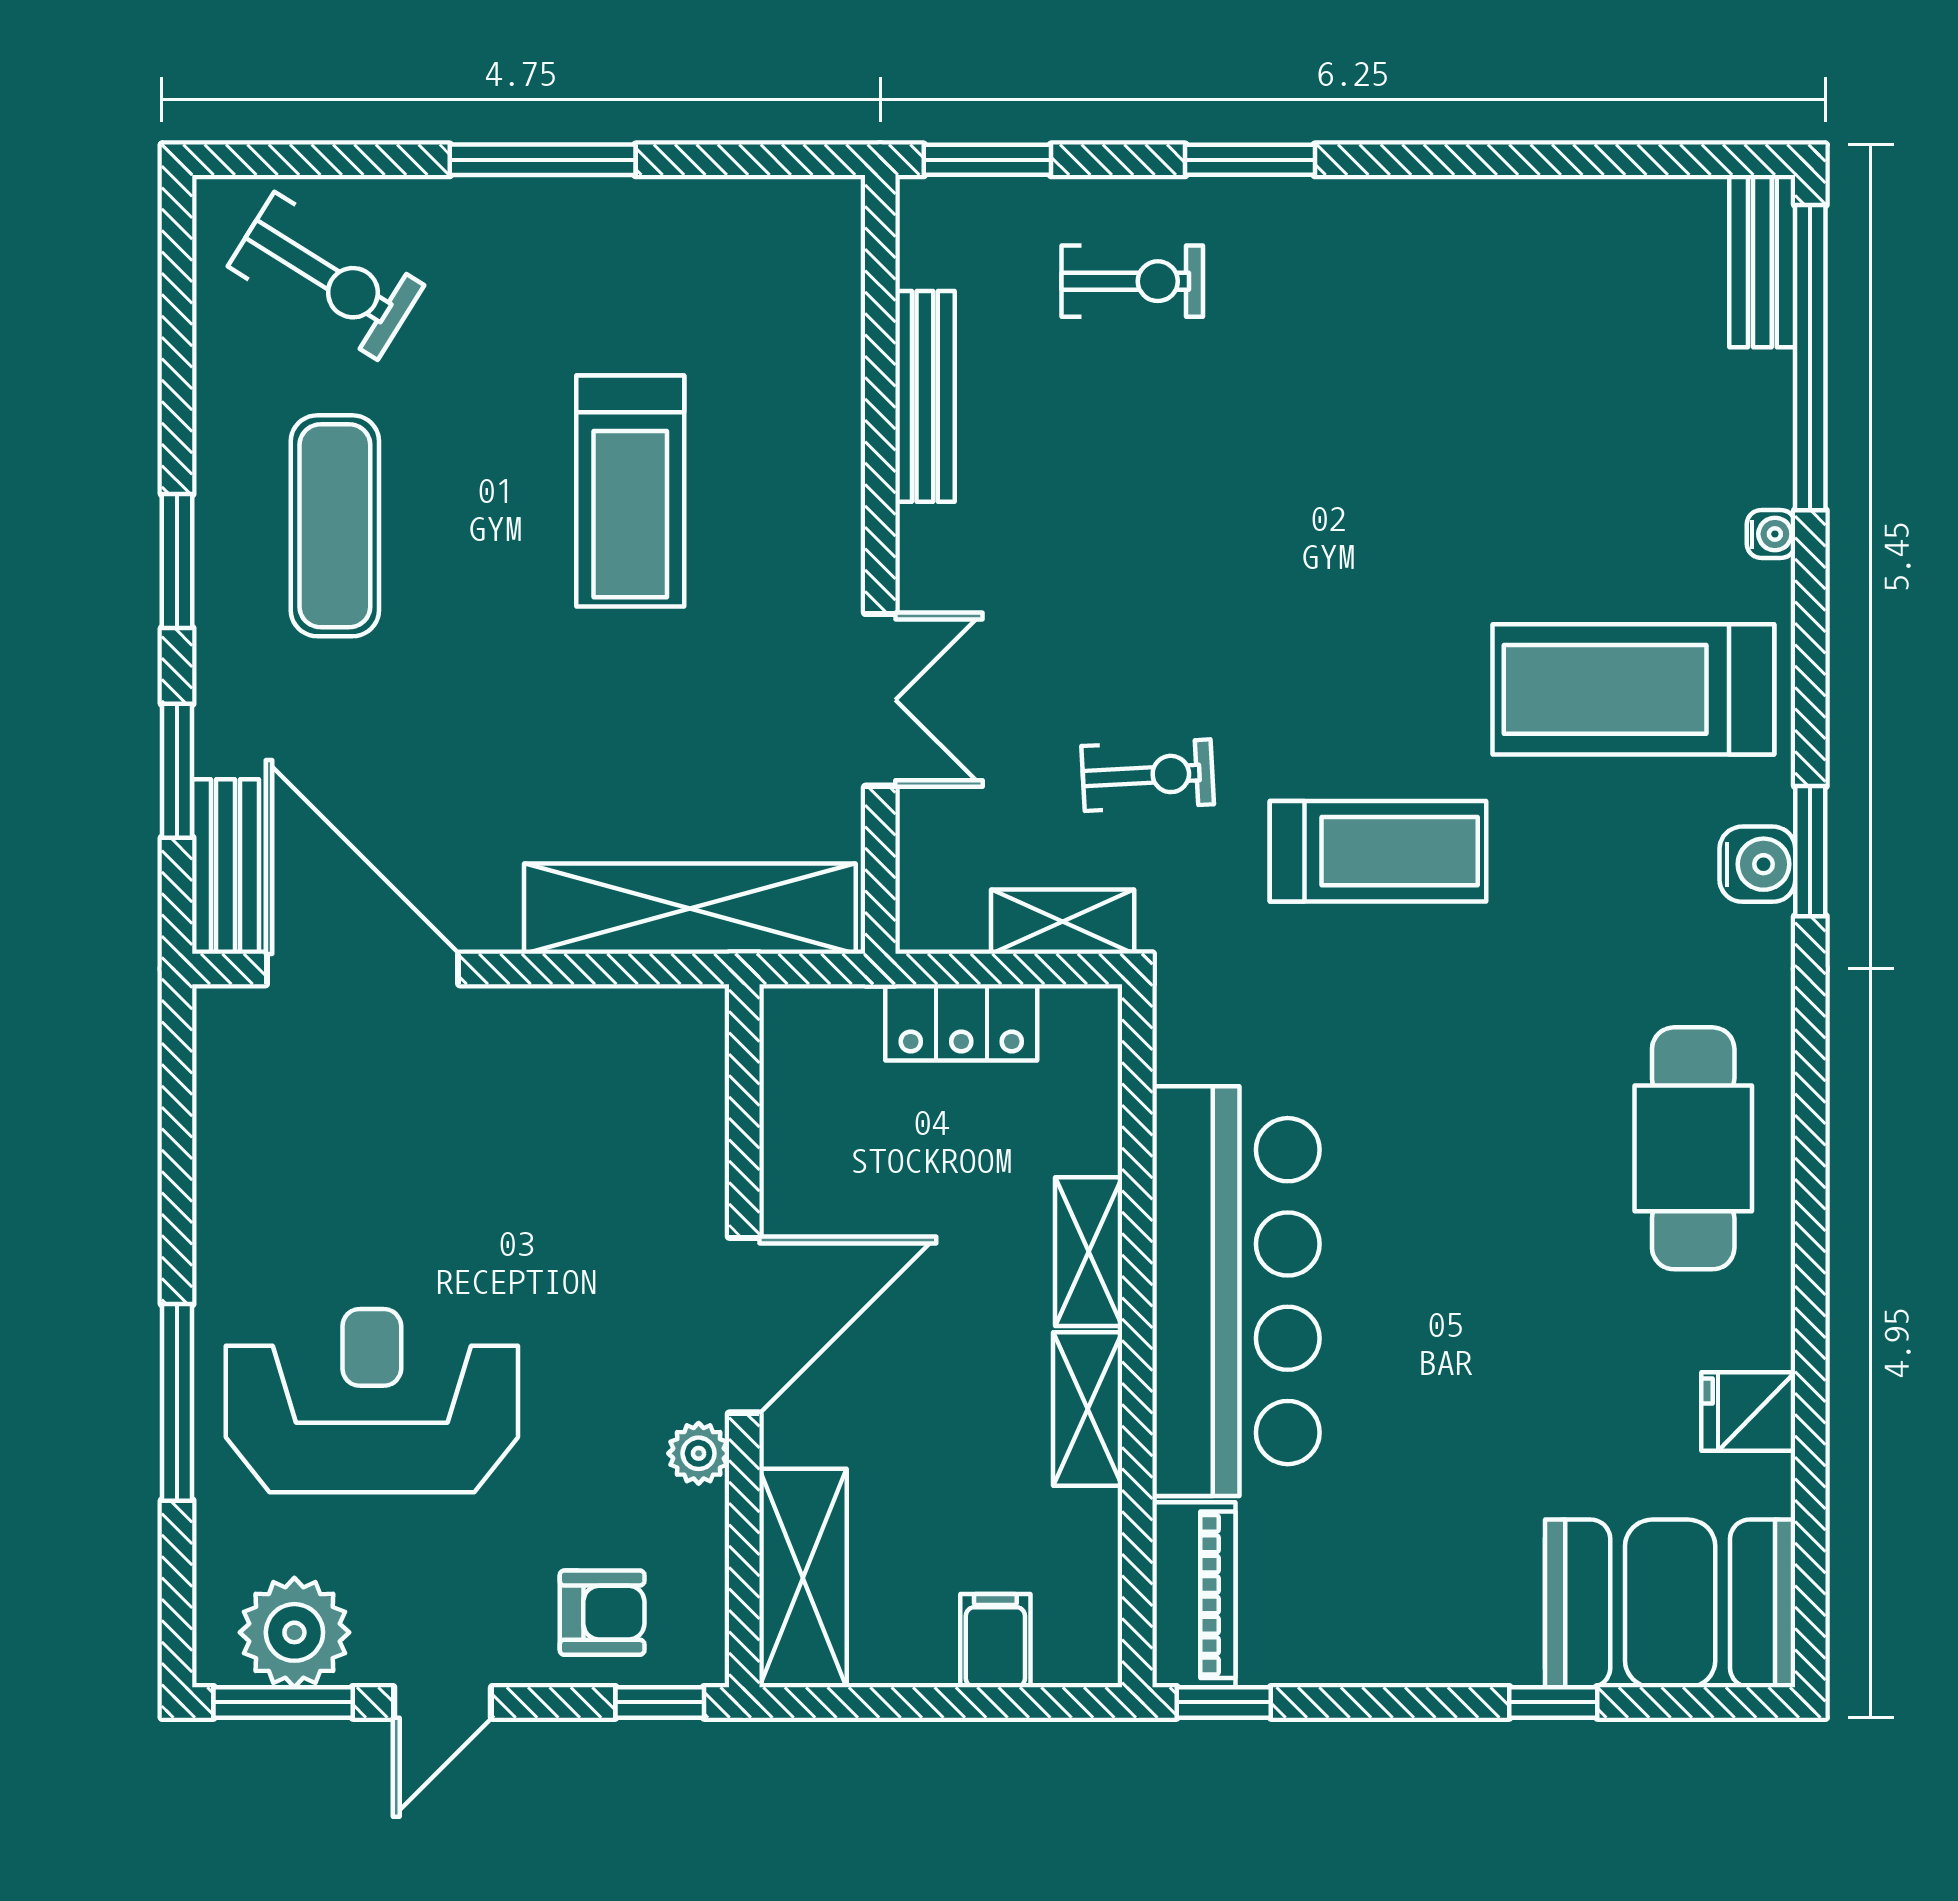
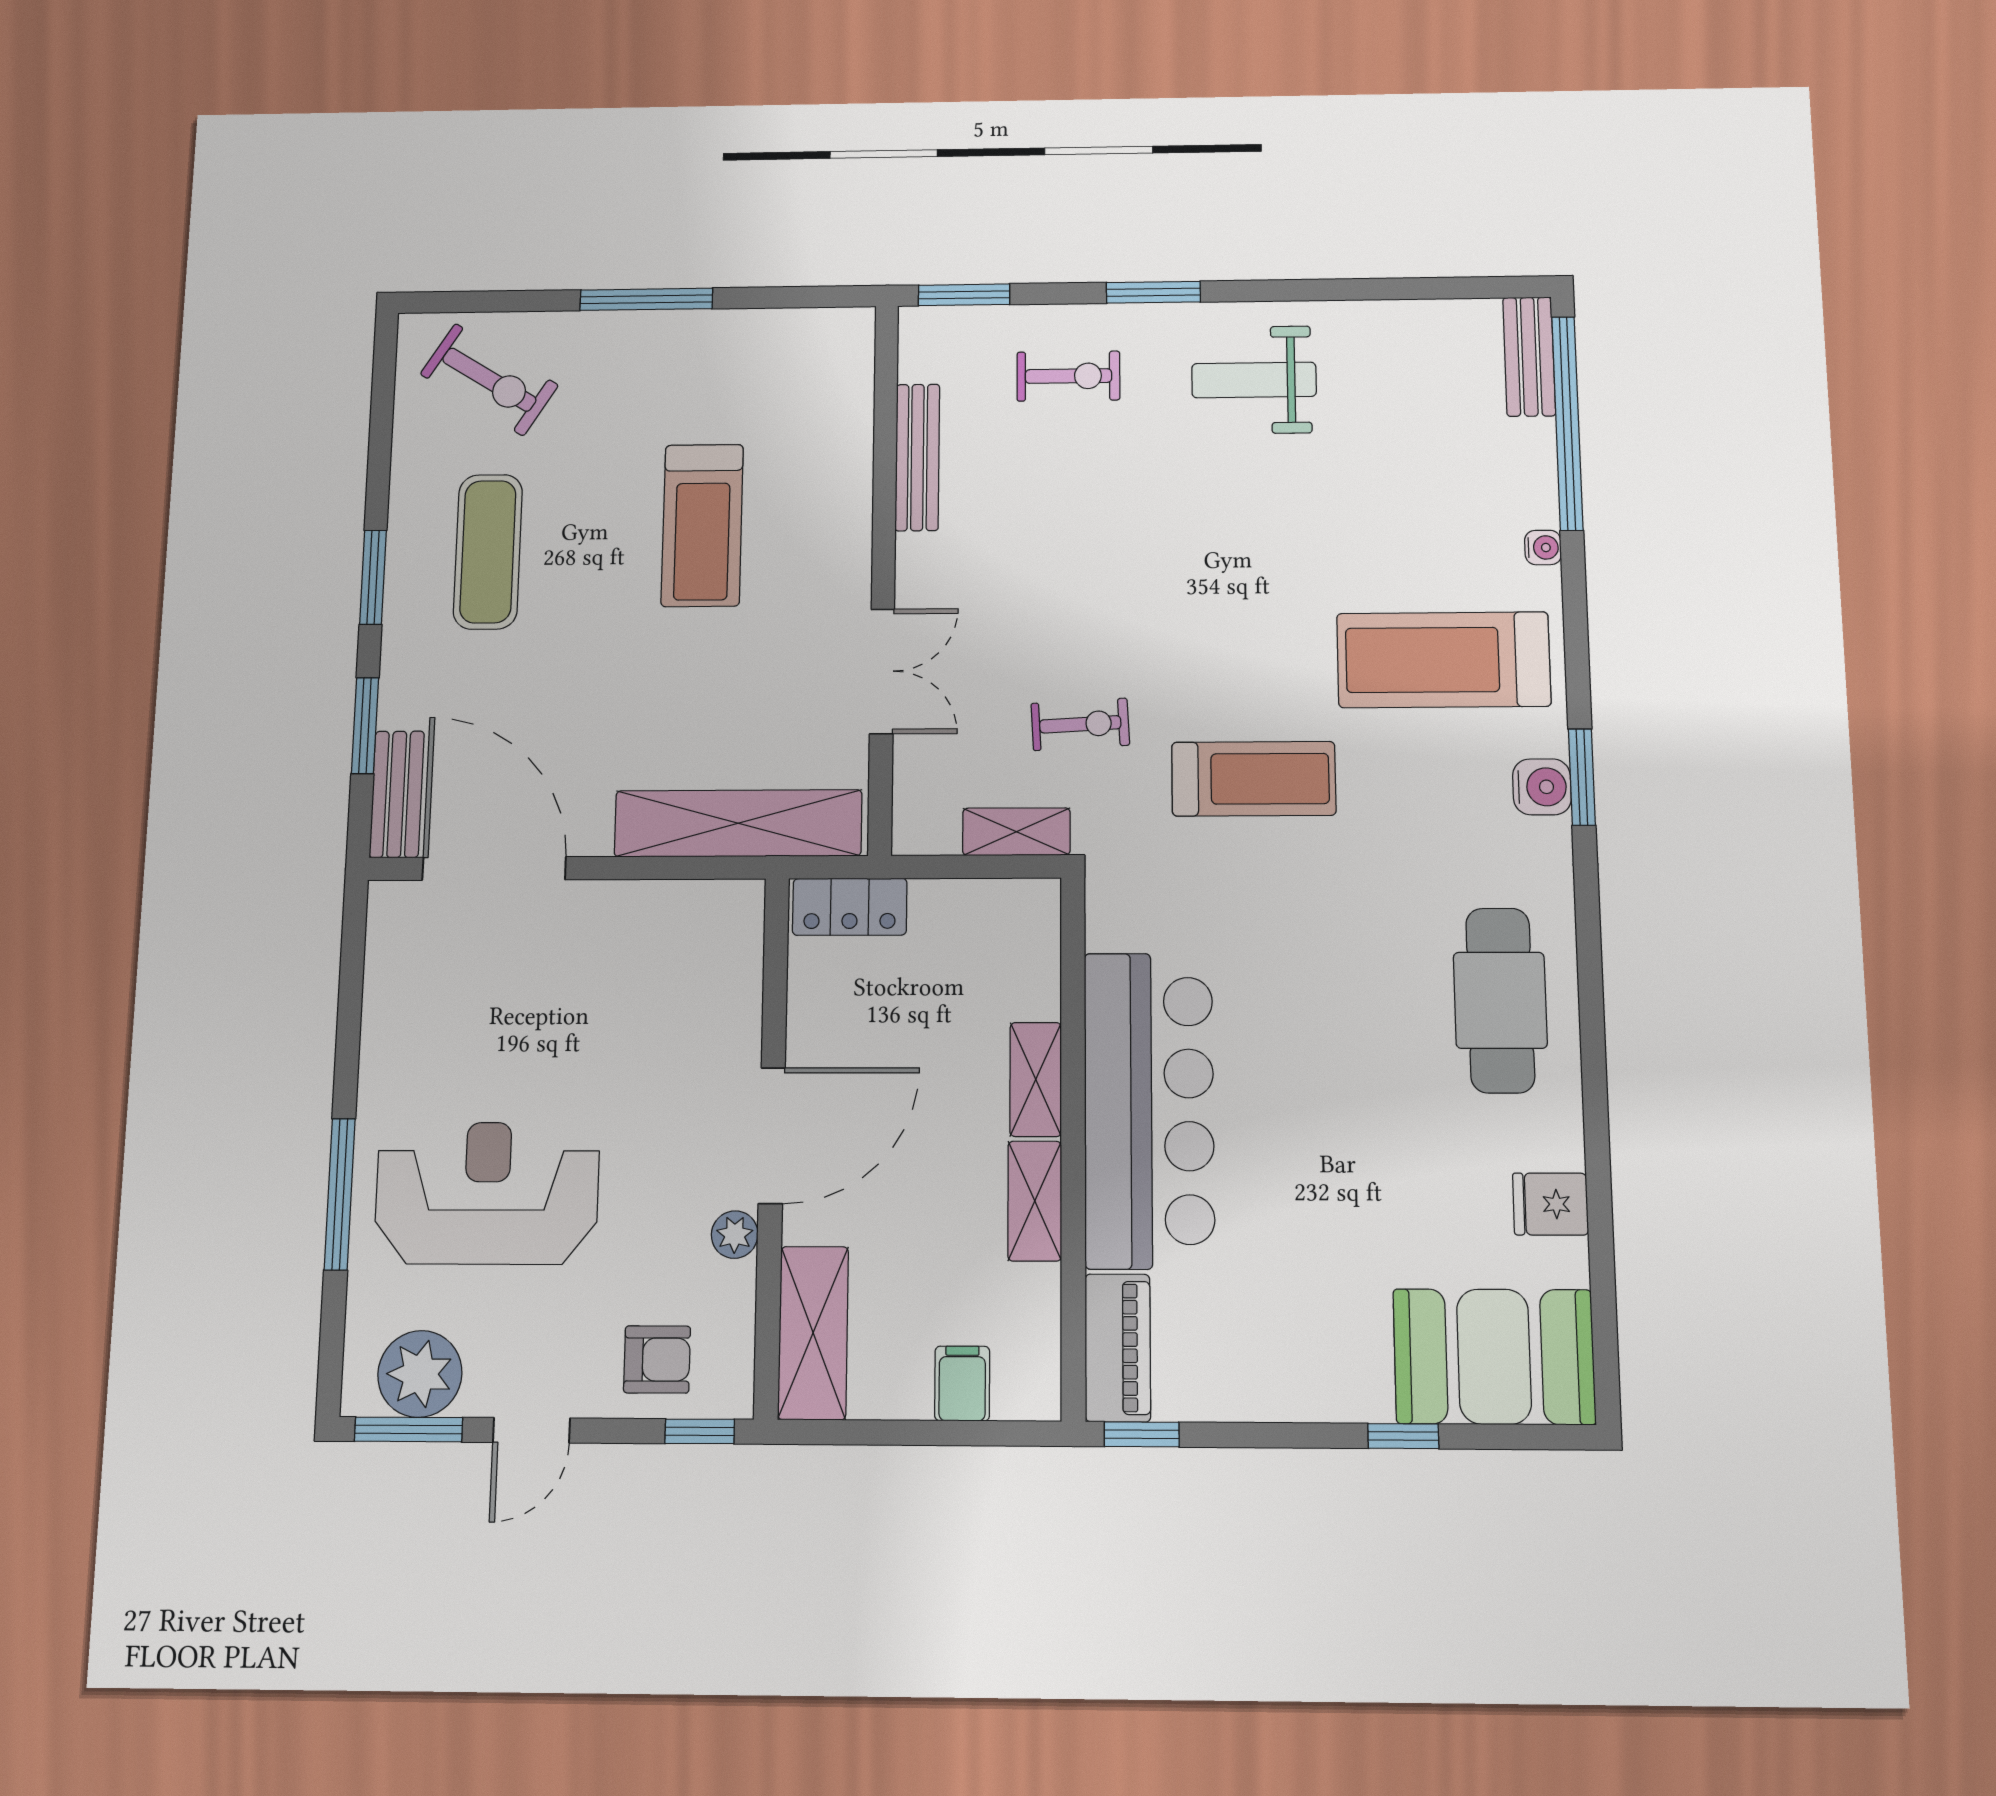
weight bench: (1387, 290) -> (1254, 380), added
locker: (961, 1022) -> (850, 907), moved

